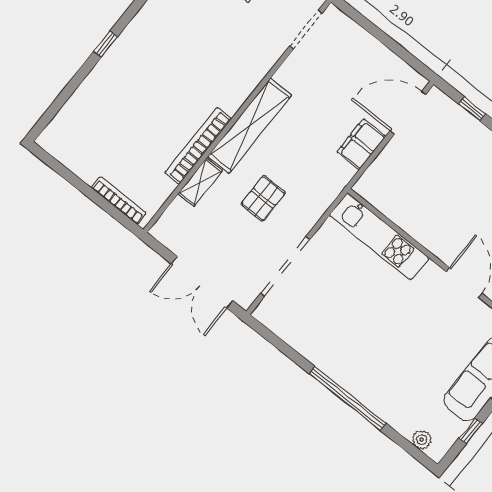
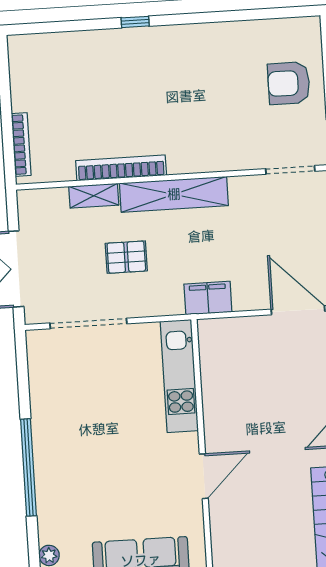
filing cabinet: (361, 144) -> (208, 298), moved

